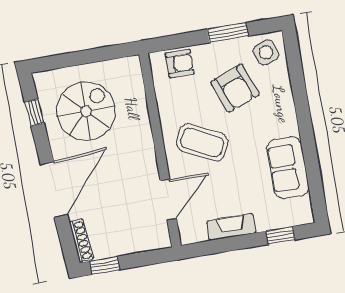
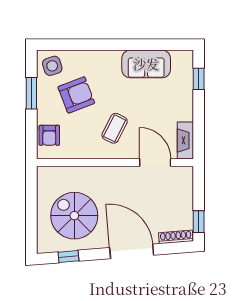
armchair: (180, 63) -> (49, 135), turned 180
coffee table: (202, 142) -> (115, 128), width x0.73, depth x0.77
fireplace: (231, 227) -> (185, 140), moved

